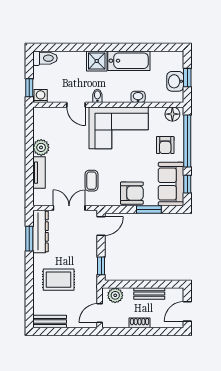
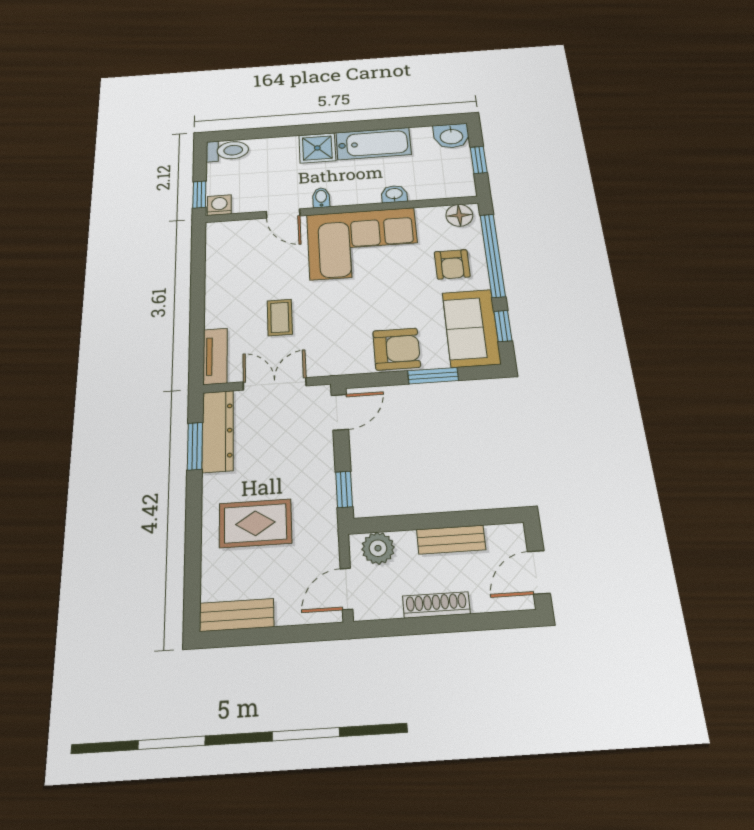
washbasin: (175, 81) -> (451, 136), moved, turned -90
plant: (41, 147) -> (220, 285), removed
tv unit: (39, 173) -> (215, 356), moved
coffee table: (92, 181) -> (280, 317), moved
shoe rack: (140, 323) -> (436, 605), width x1.43

